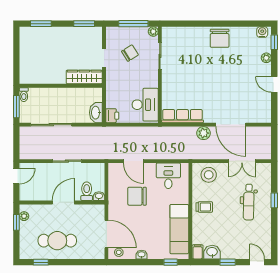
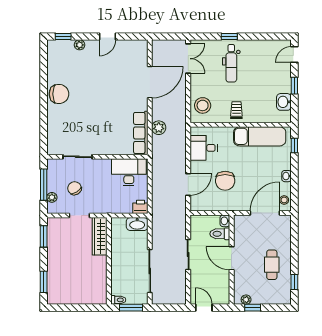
plant: (153, 32) -> (52, 197), moved
water cooler: (262, 32) -> (52, 49), removed
plant: (204, 133) -> (159, 128), moved
double door: (242, 161) -> (188, 59), moved
dental chair: (249, 202) -> (231, 63), turned 89
cafe table: (57, 241) -> (272, 265), width x0.73, depth x0.74
filing cabinet: (198, 252) -> (284, 117), removed

